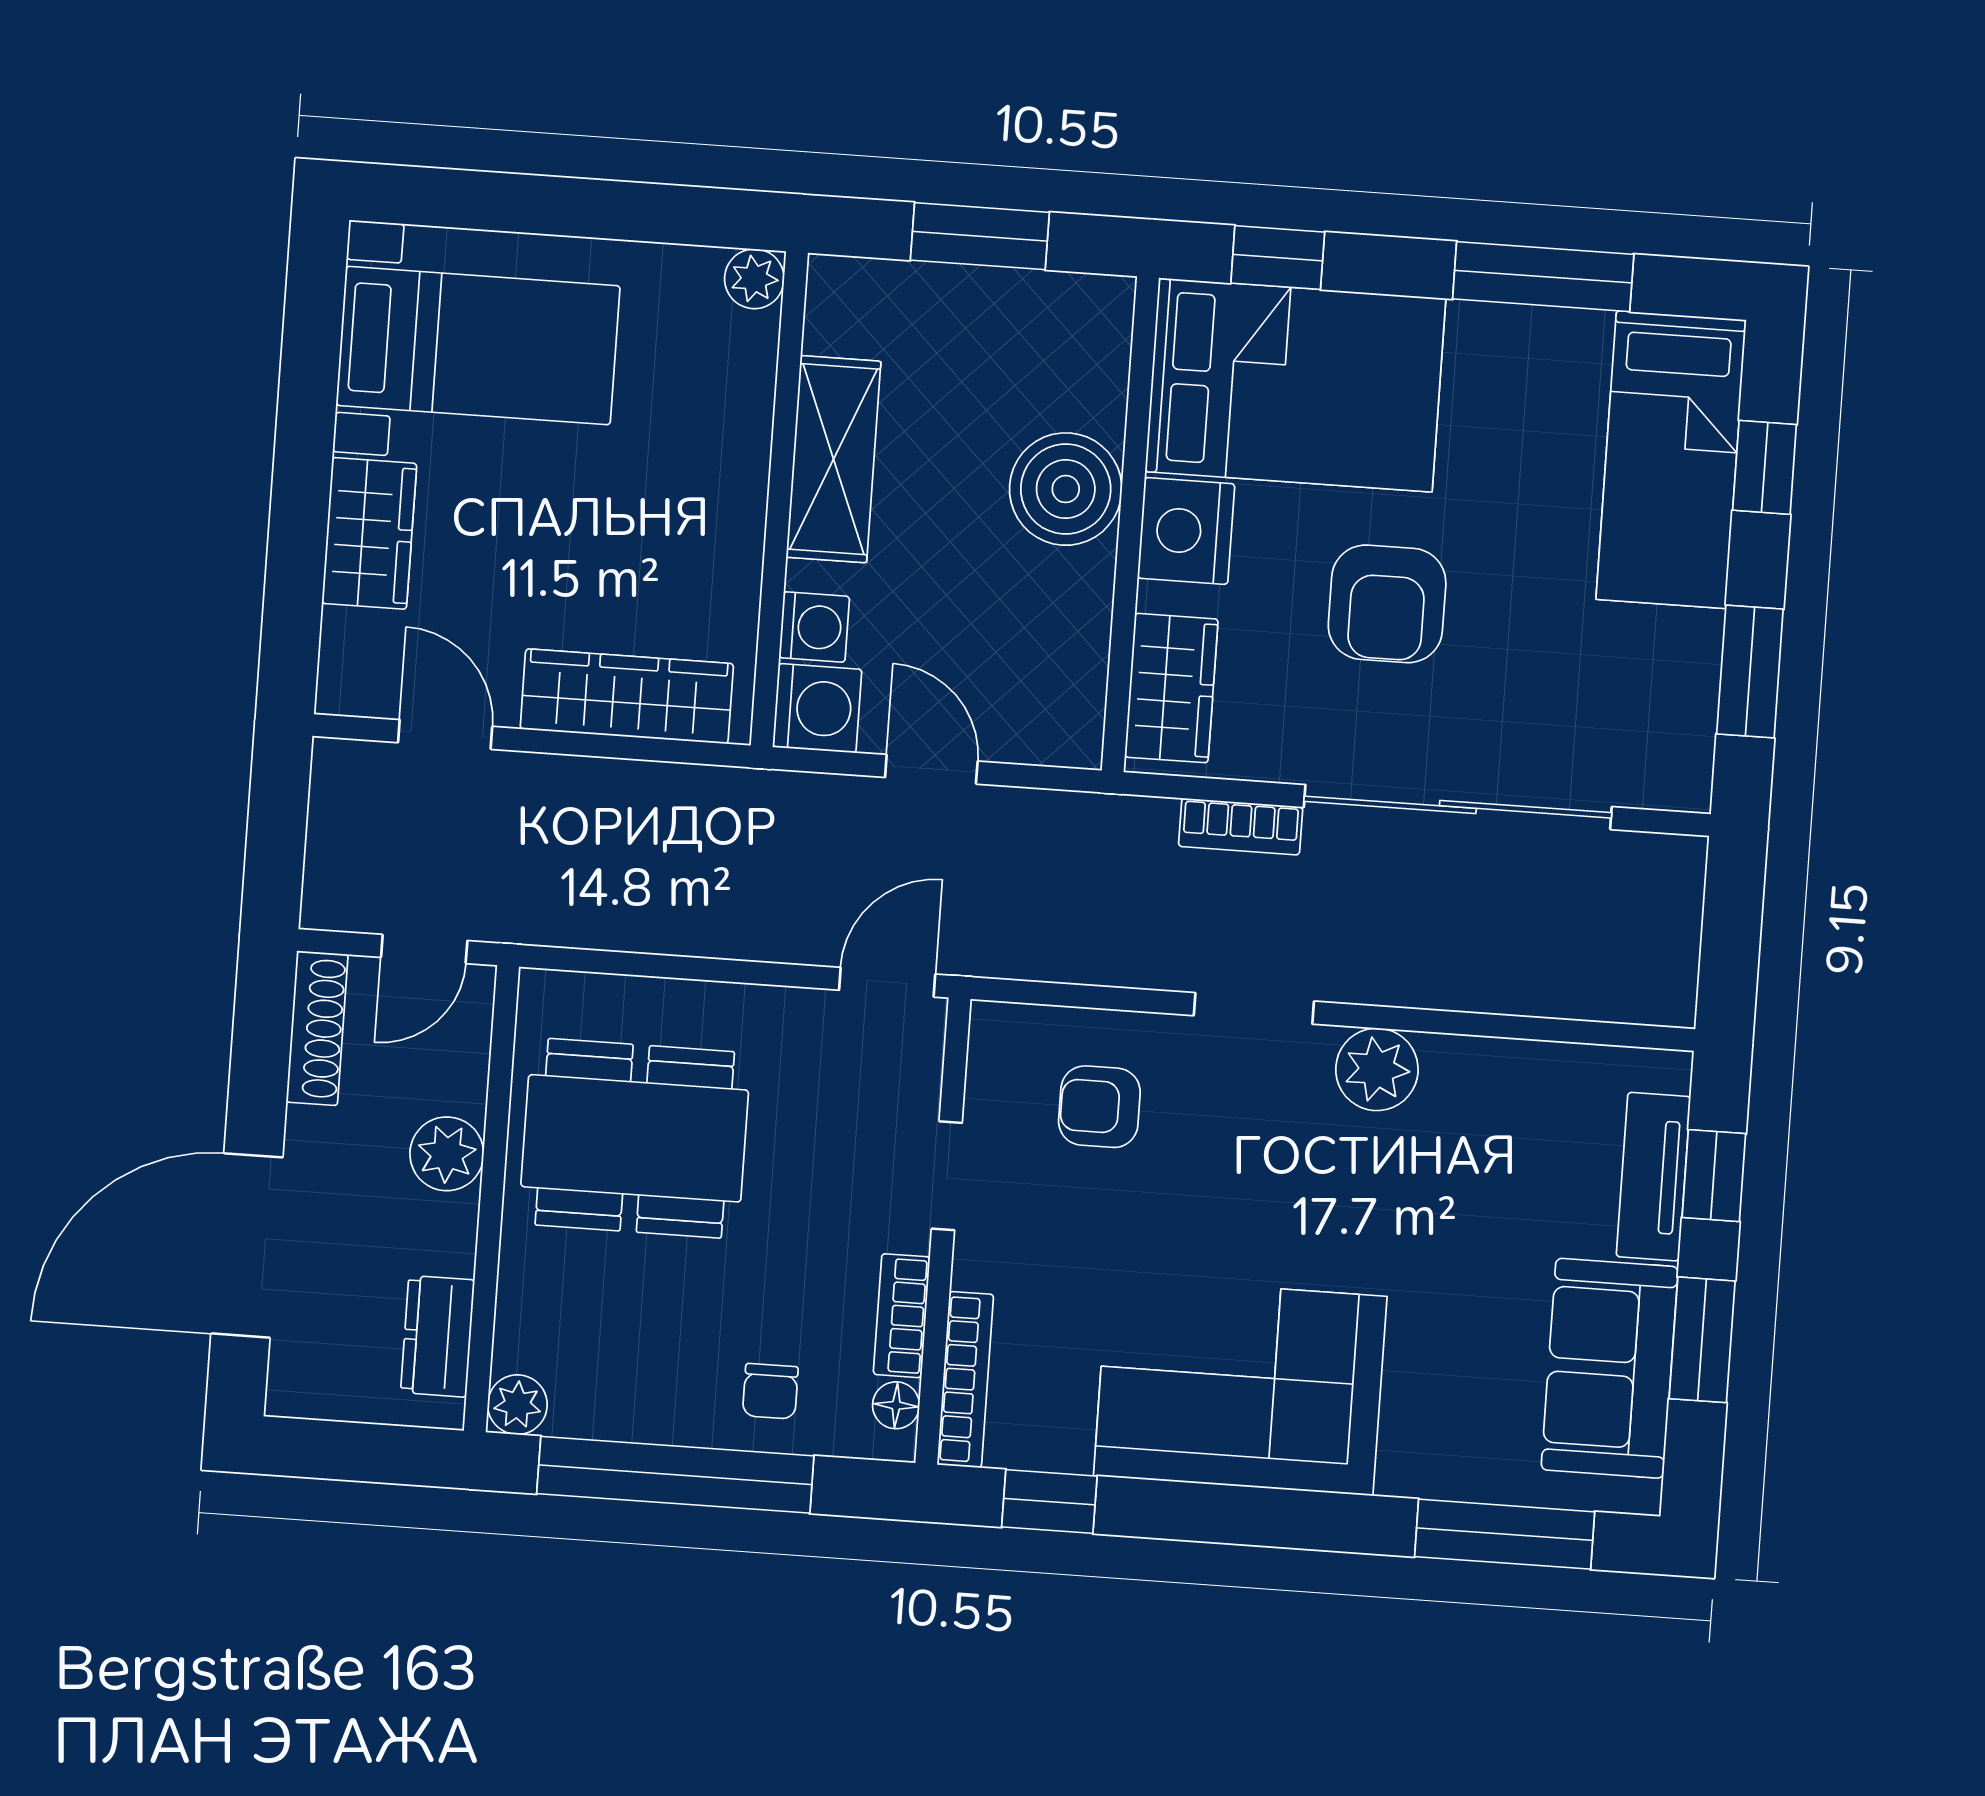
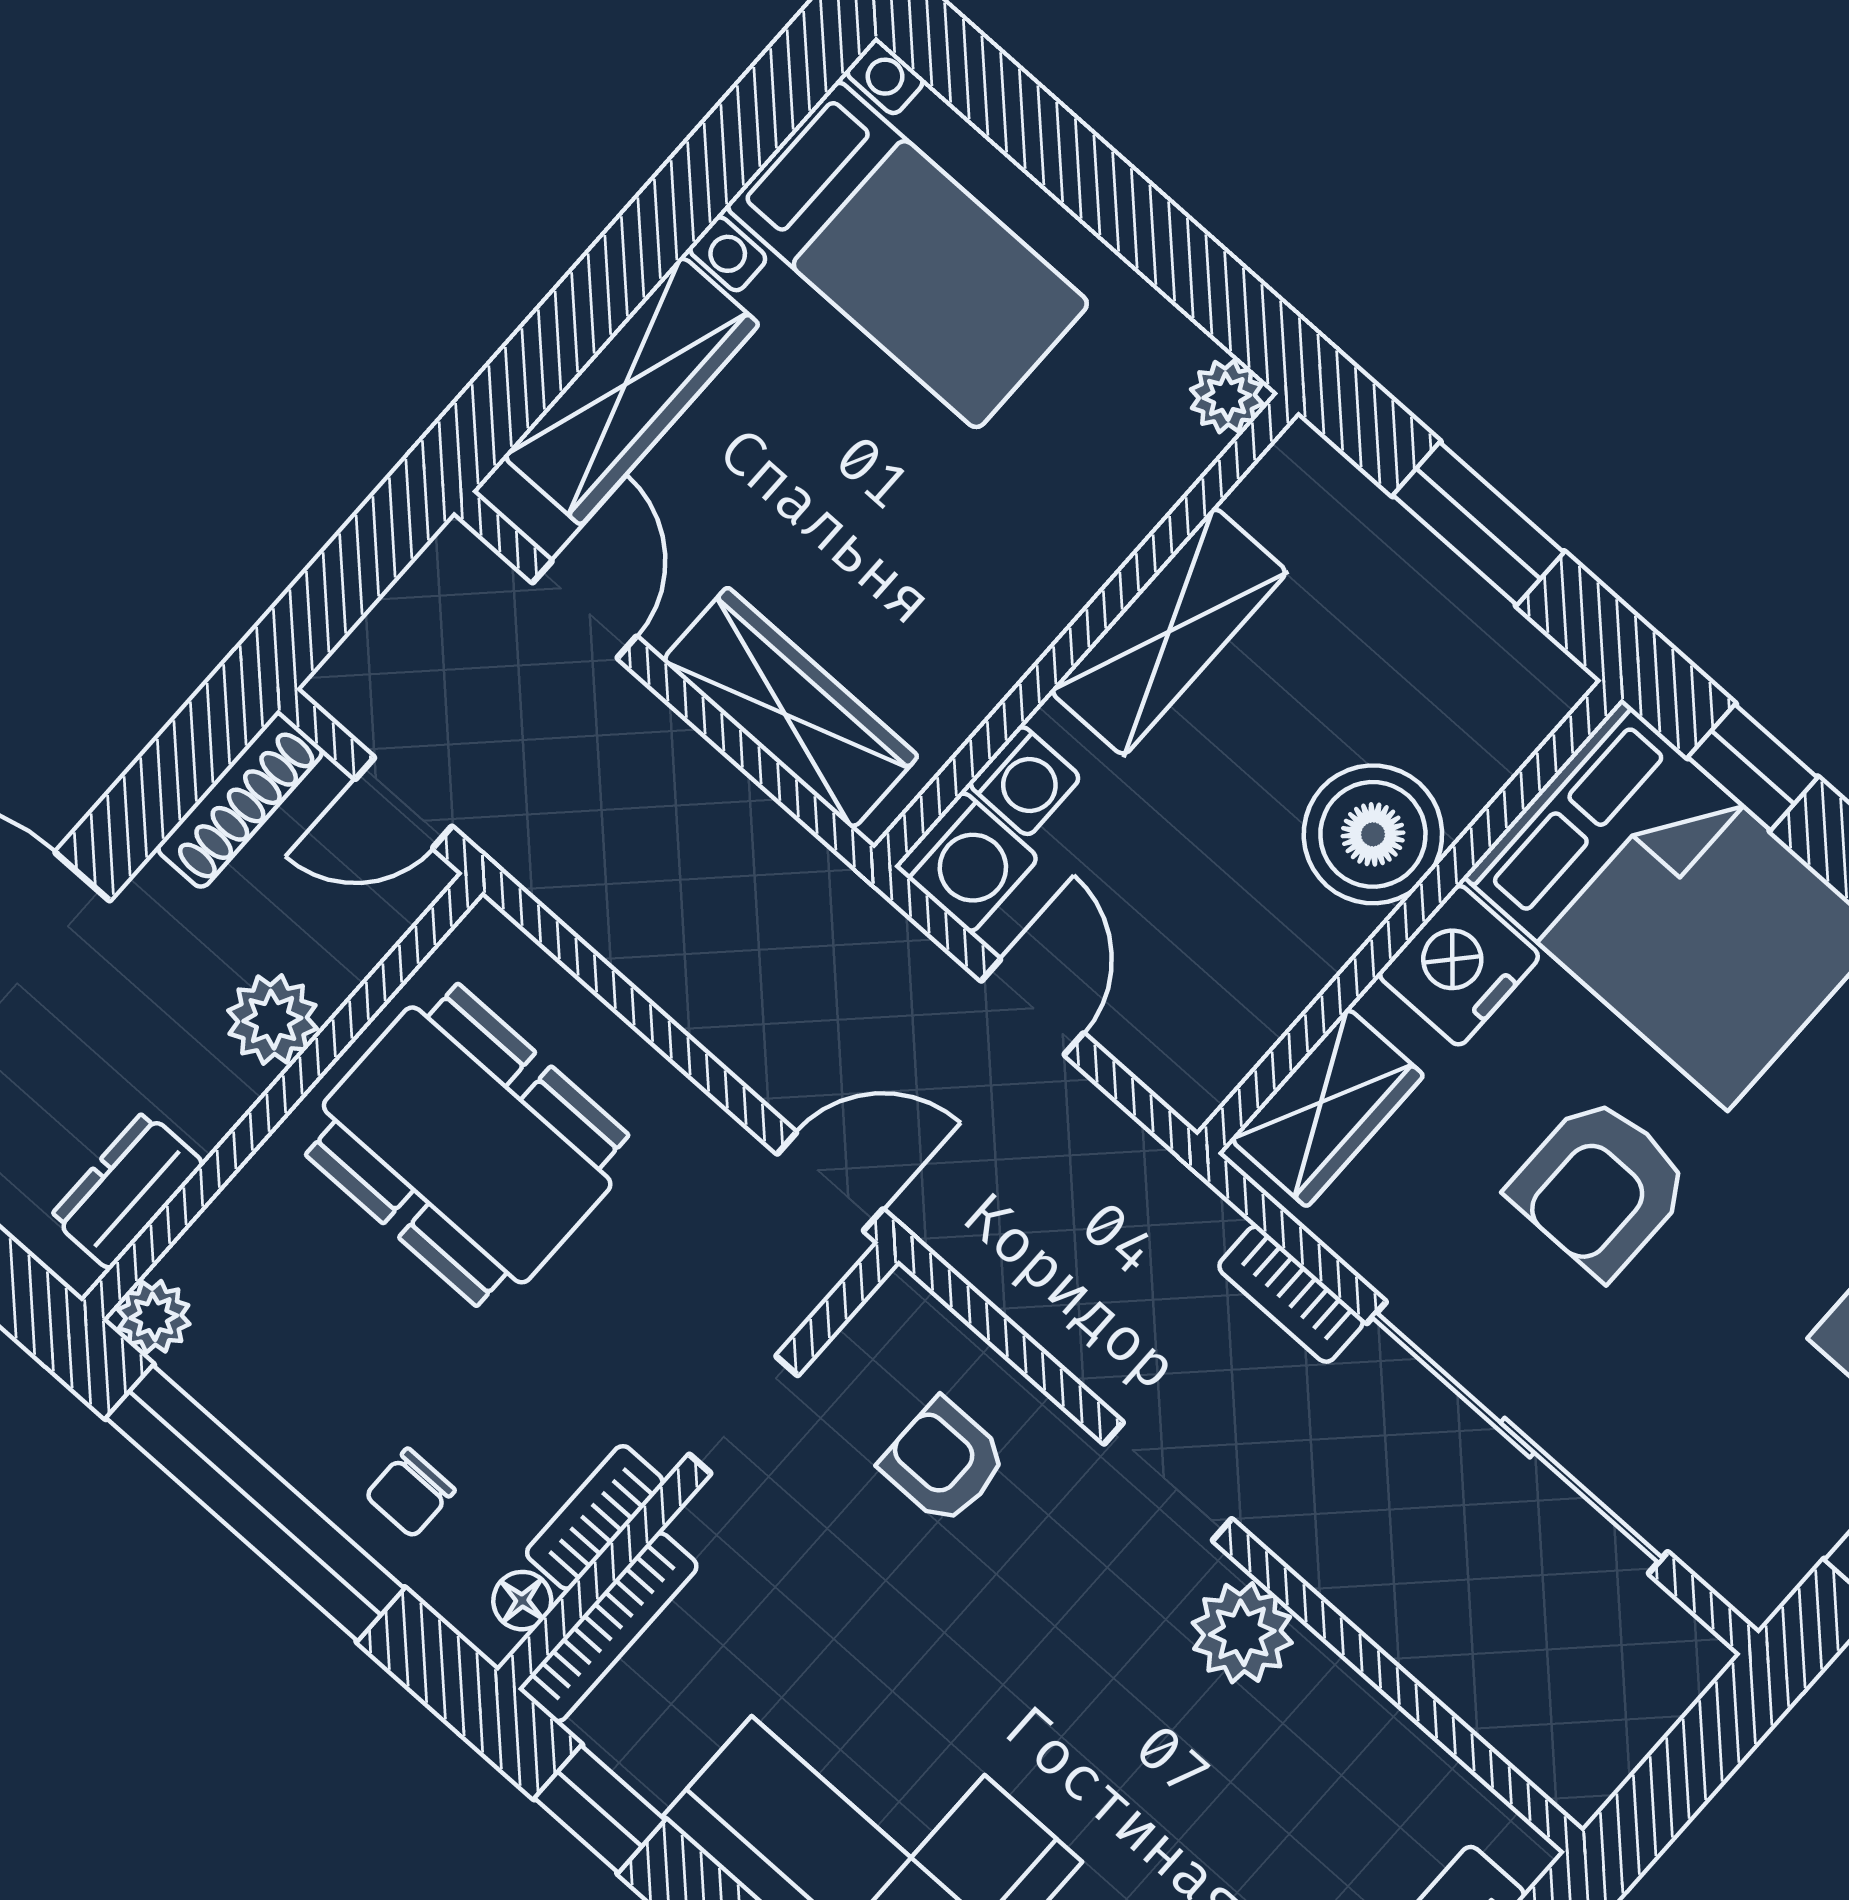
wardrobe: (369, 533) -> (631, 390), width x1.50

